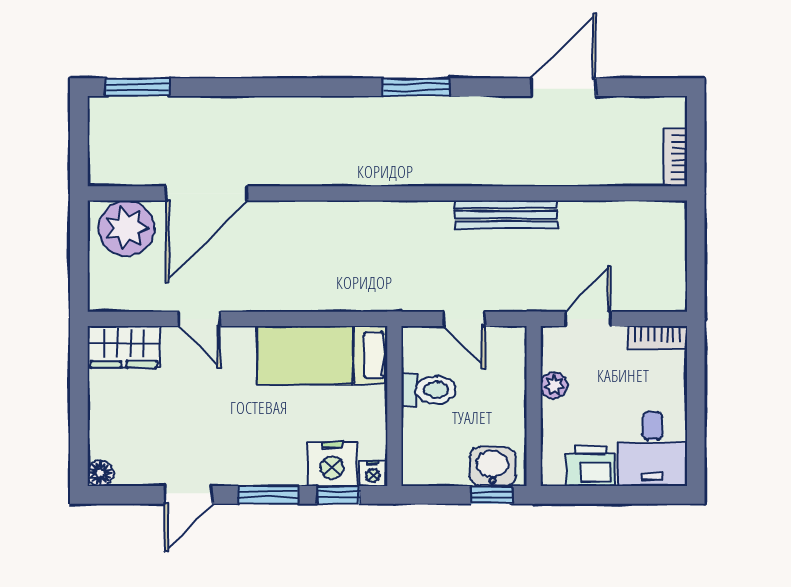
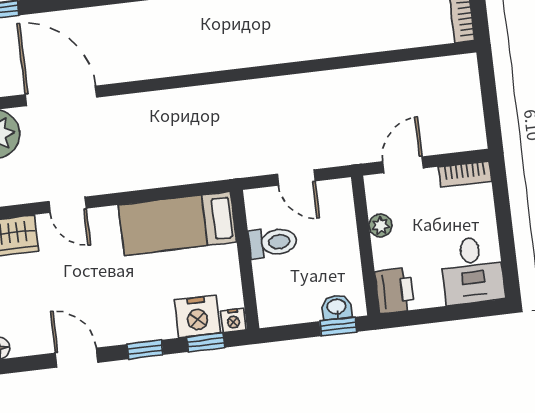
door: (206, 193) -> (61, 96), swing flipped
bench: (506, 215) -> (322, 83), removed
washbasin: (493, 466) -> (337, 307), width x0.72, depth x0.69
printer: (591, 466) -> (394, 291), moved, turned 90
door: (189, 495) -> (77, 358), swing flipped
window: (268, 495) -> (145, 350), width x0.67

